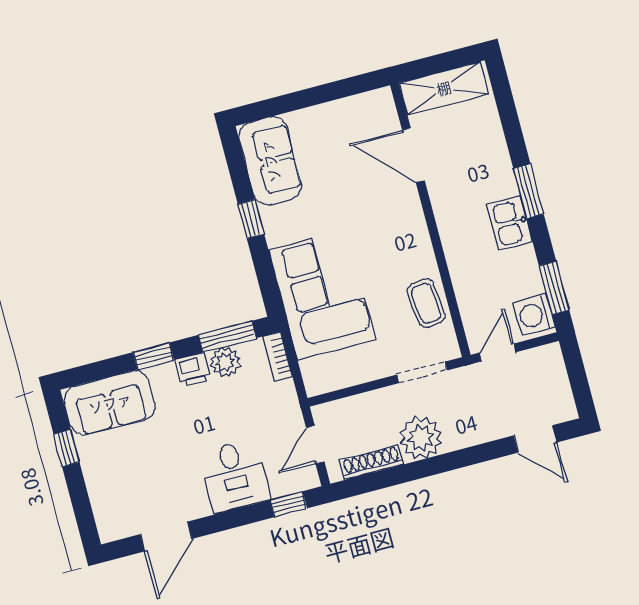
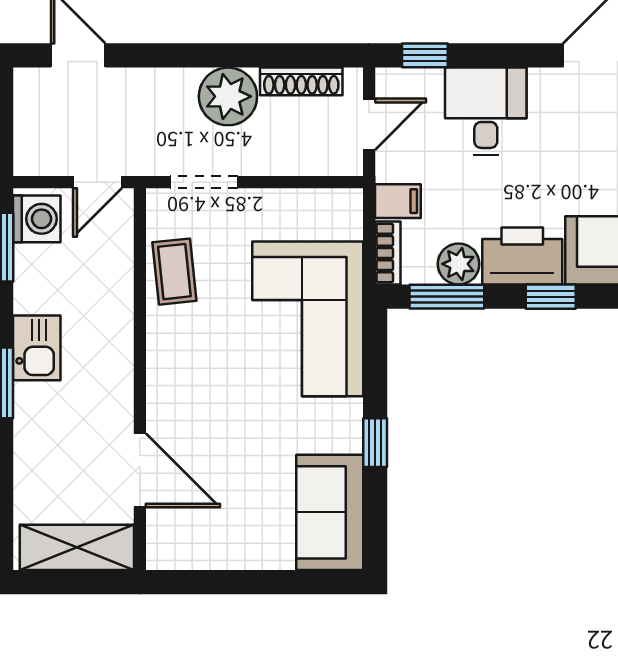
printer: (193, 370) -> (522, 256), width x1.87, depth x1.48
filing cabinet: (280, 395) -> (398, 201), added

